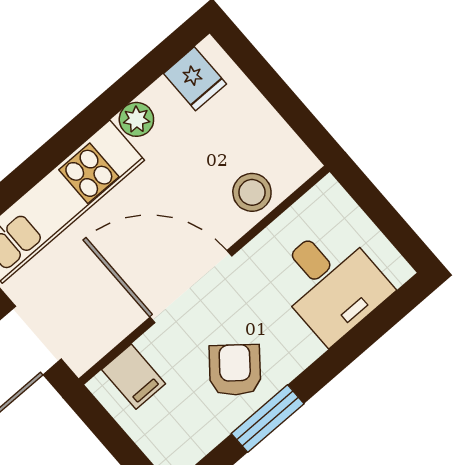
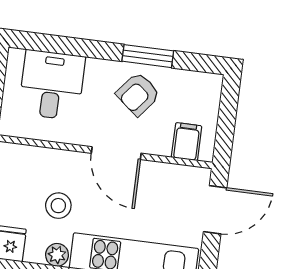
stool: (252, 192) -> (58, 206), moved
door: (191, 287) -> (116, 153), width x0.73

